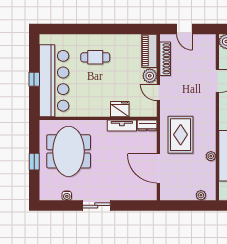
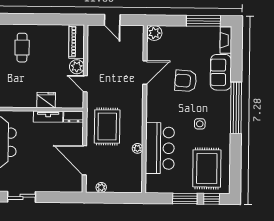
cafe table: (95, 57) -> (22, 48), turned 90
shoe rack: (165, 59) -> (92, 50), removed
plant: (201, 195) -> (101, 187), moved

